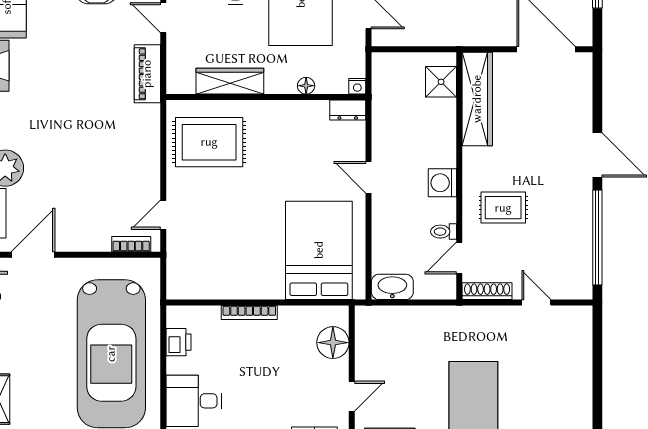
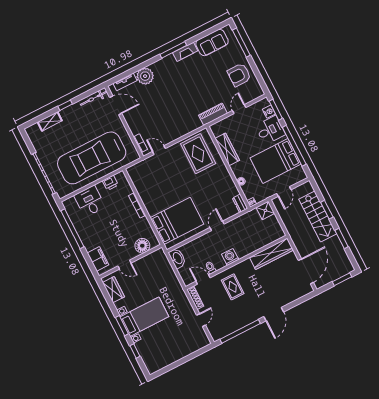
shower: (441, 82) -> (265, 210), moved

